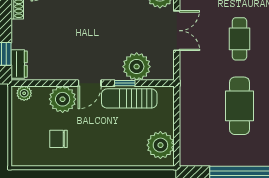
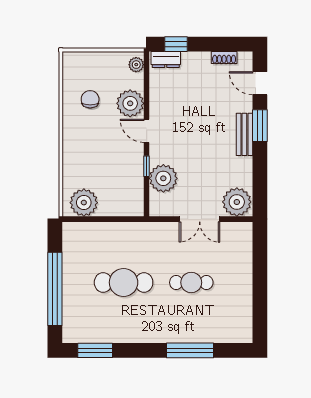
sun lounger: (129, 98) -> (131, 171), removed

